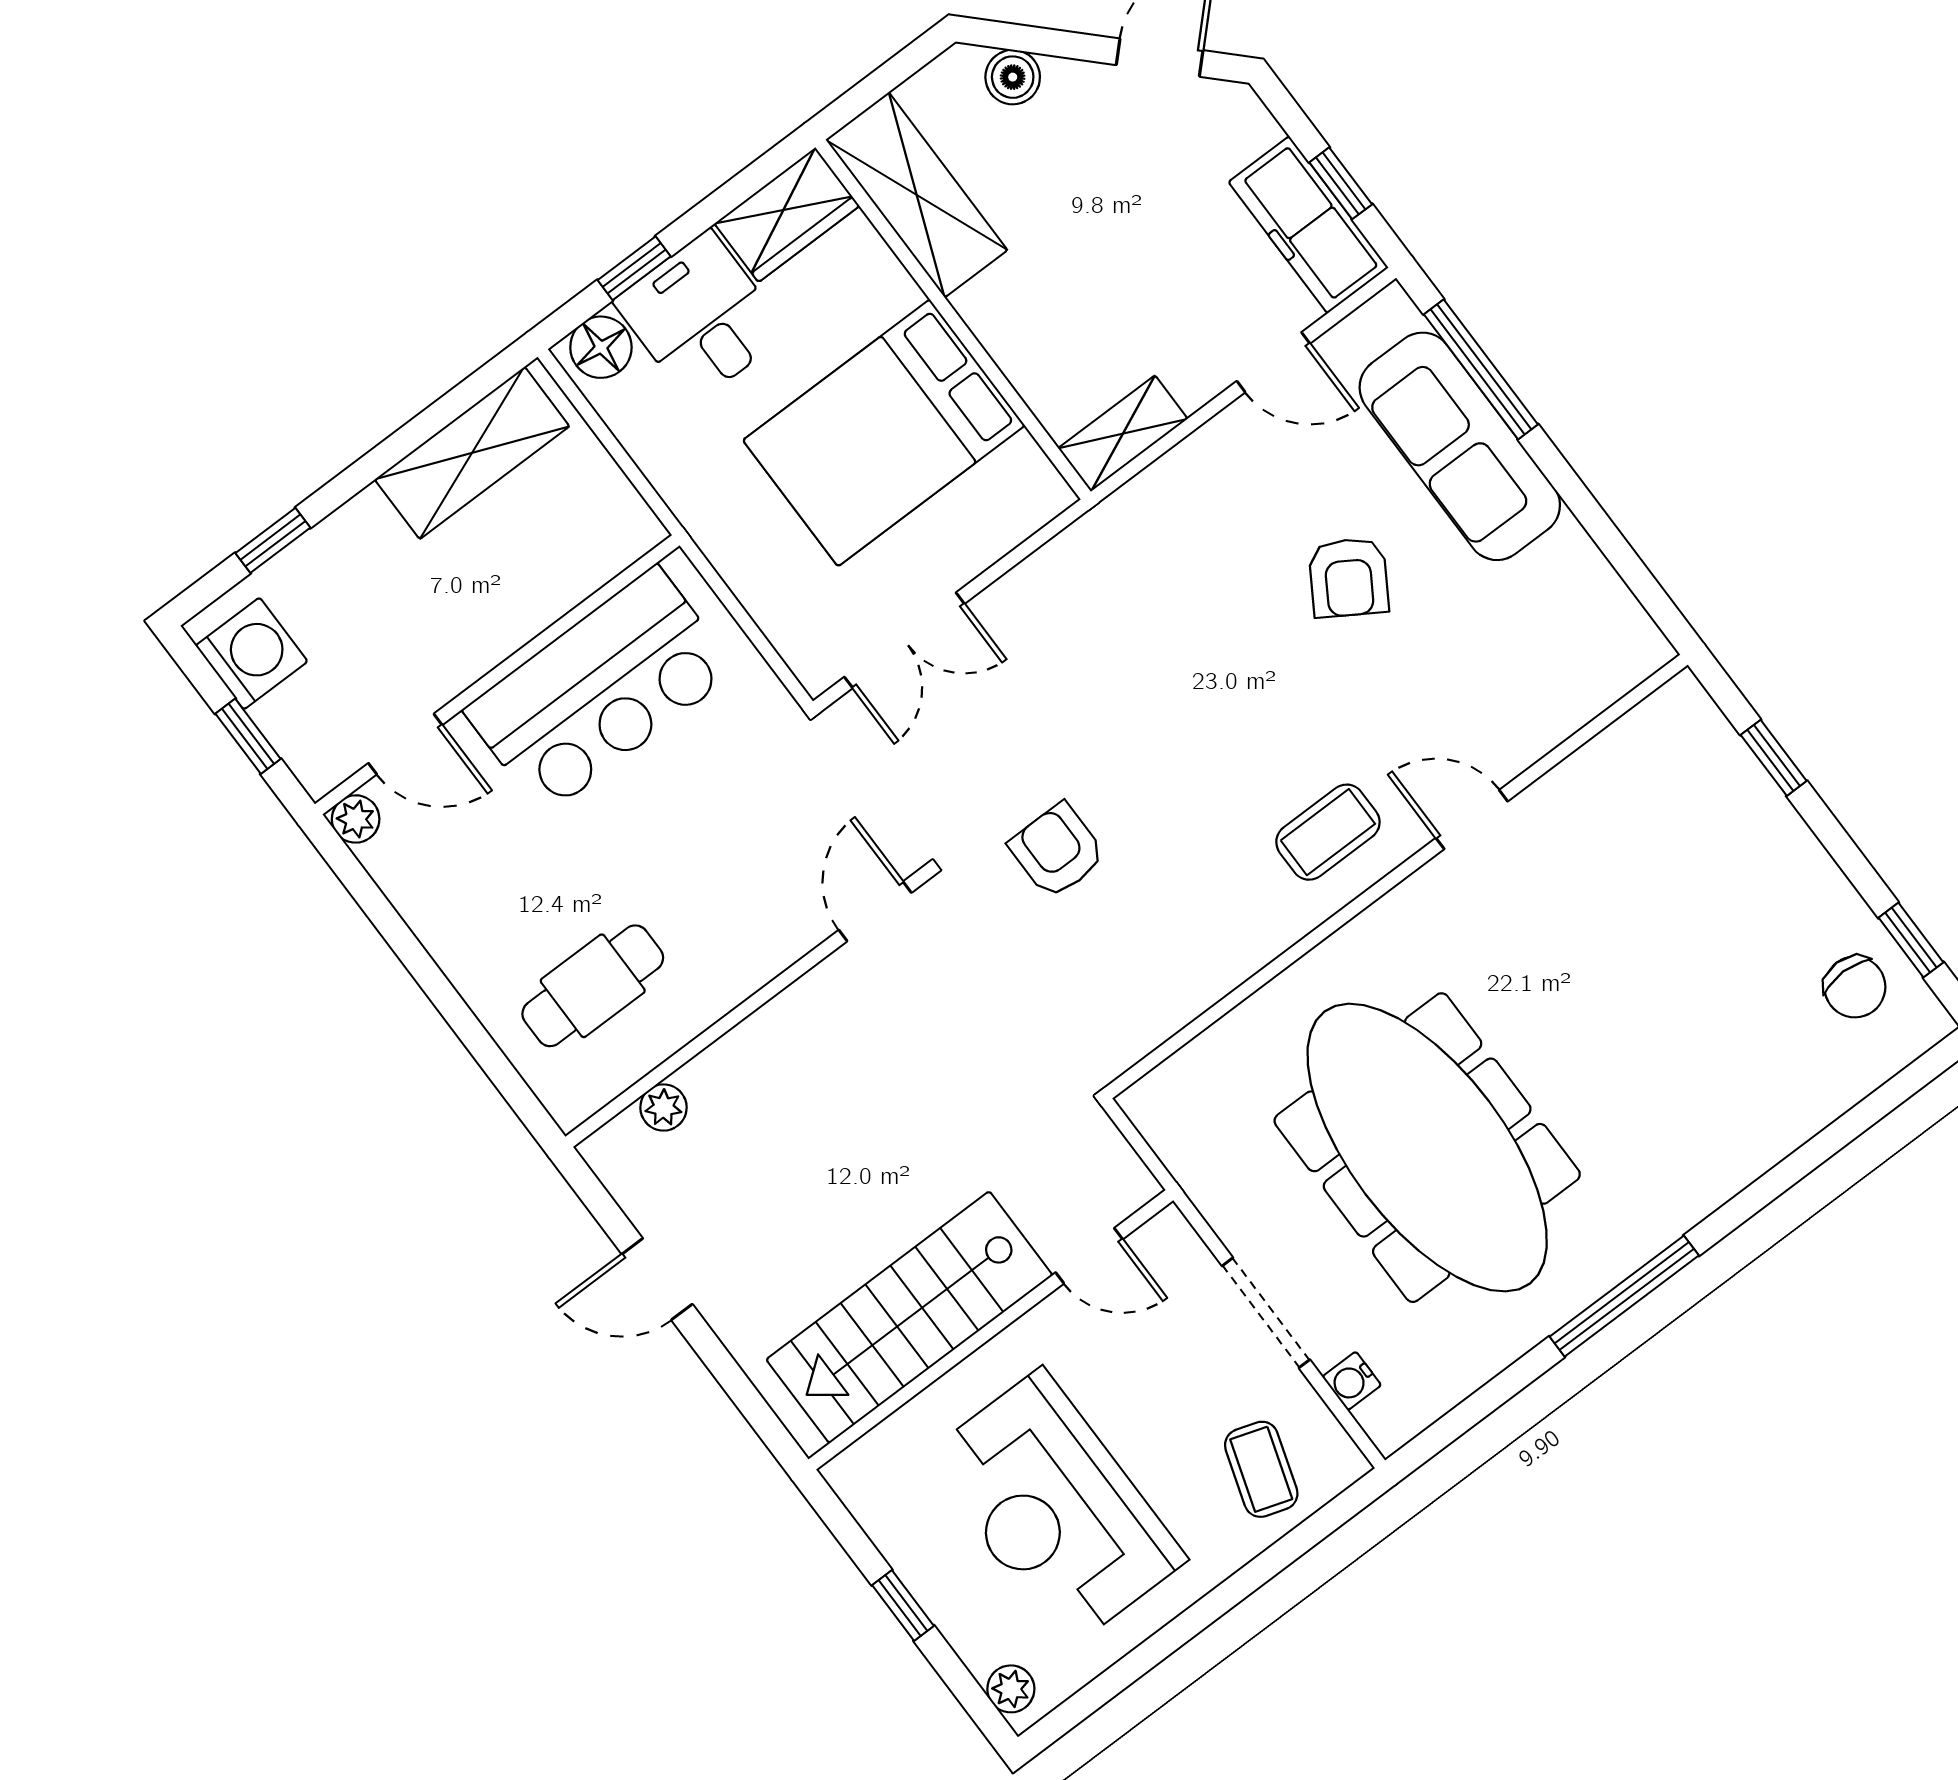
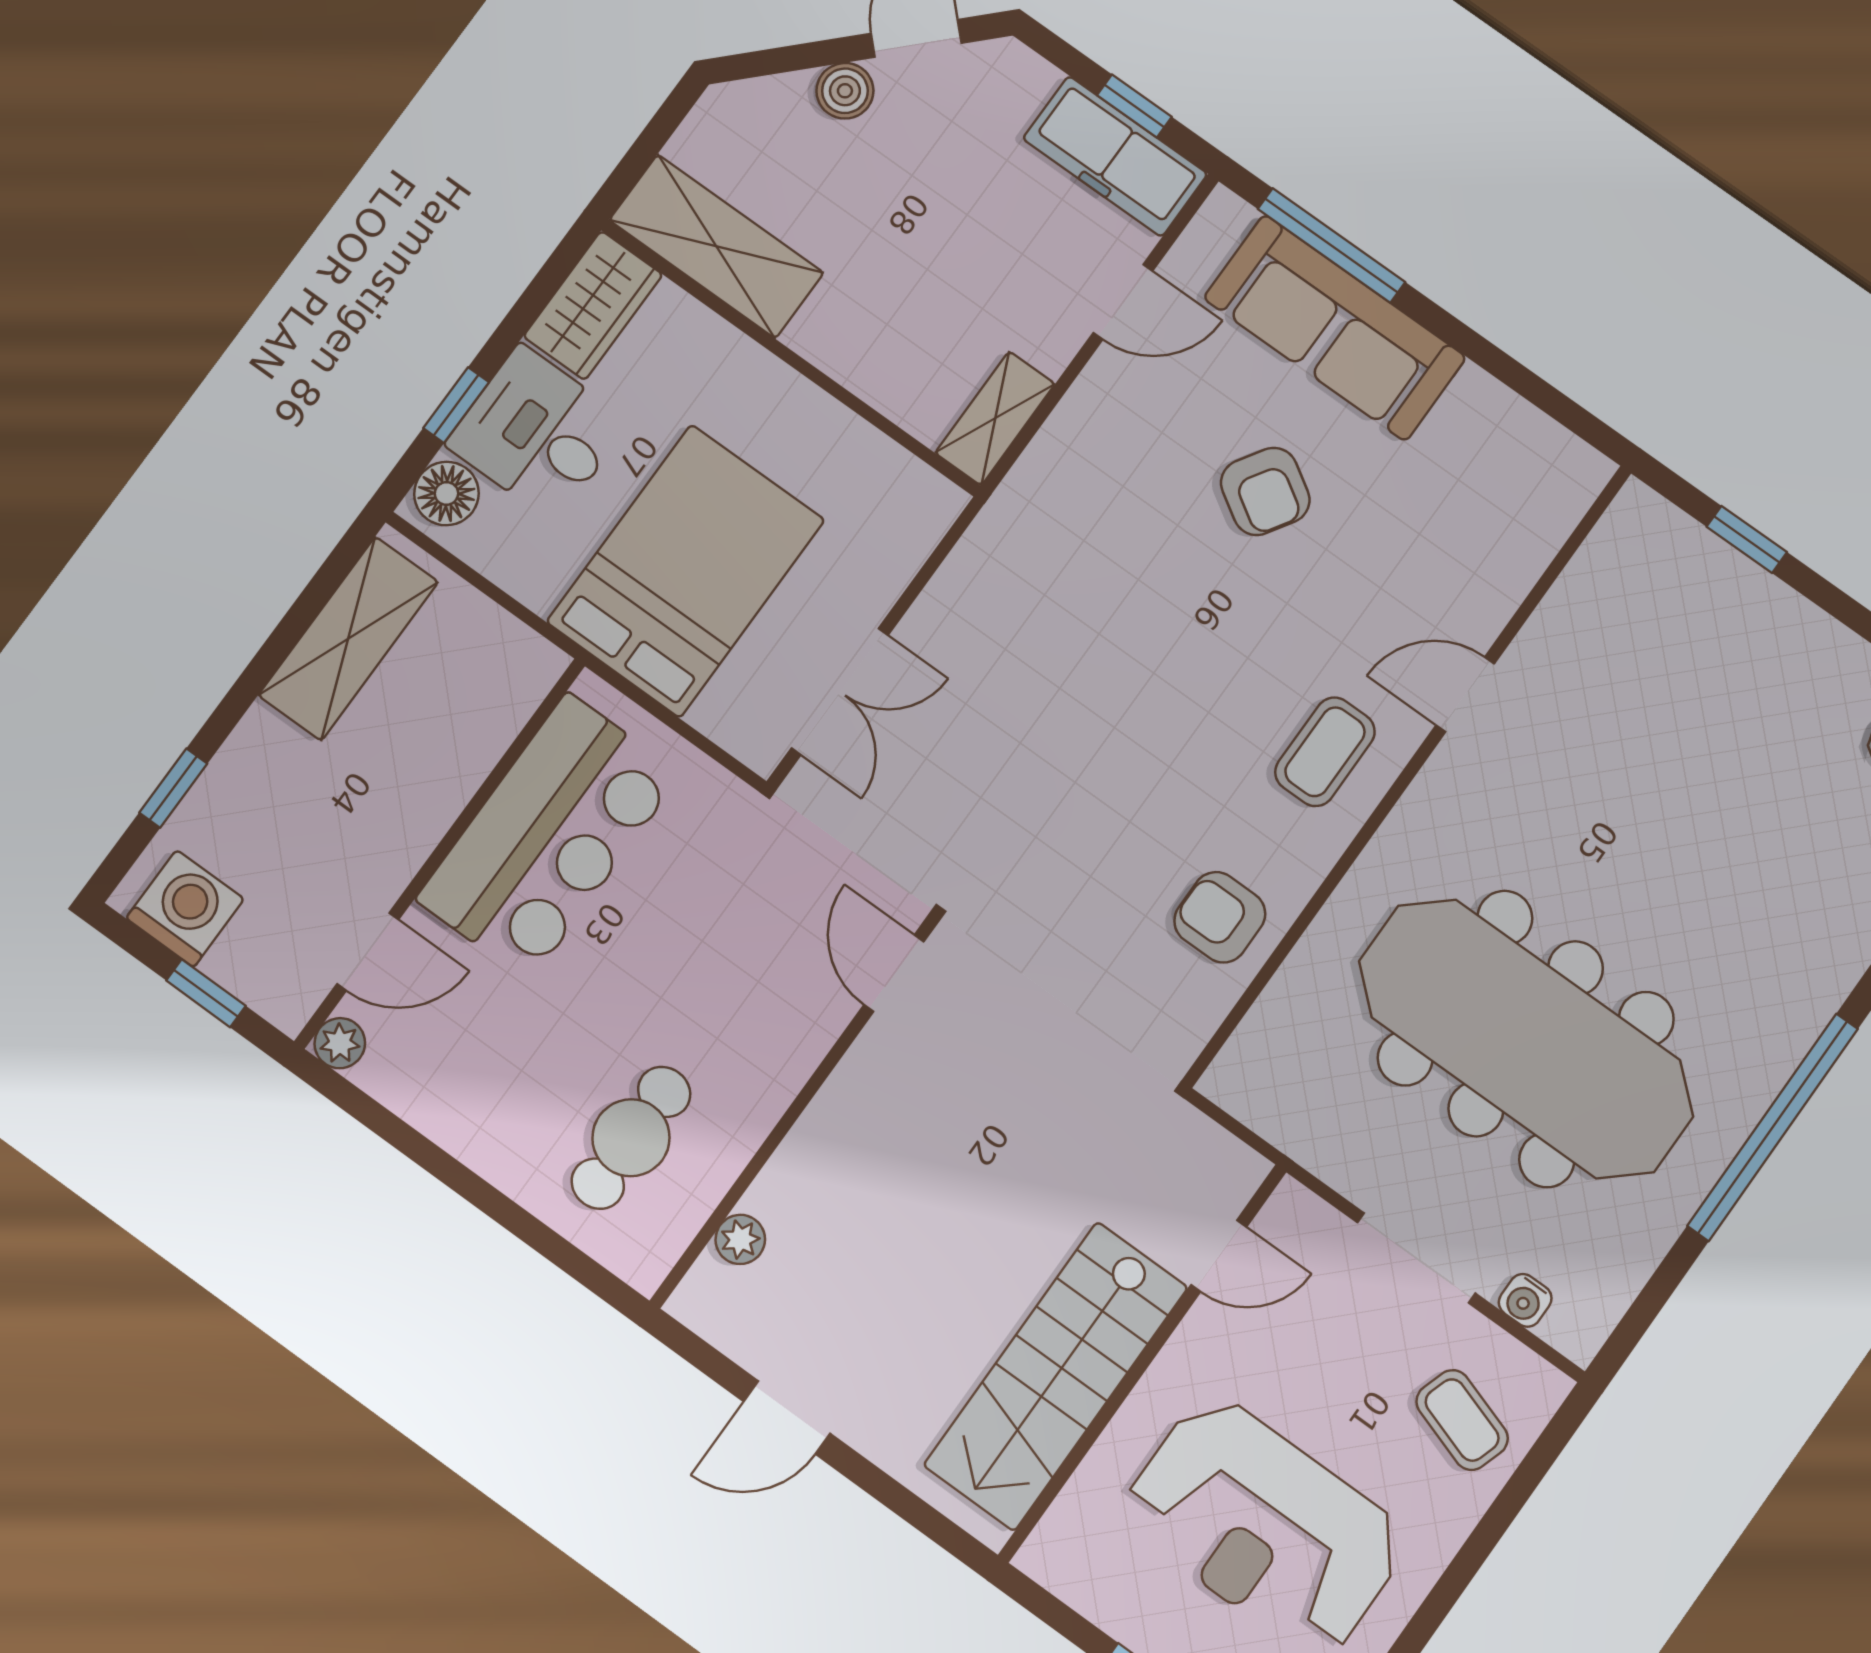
boiler: (1013, 77) -> (845, 91), moved
bed: (884, 433) -> (686, 571), moved, turned 180
armchair: (1057, 851) -> (1220, 917), moved
window: (1624, 1296) -> (1773, 1127), width x1.46

